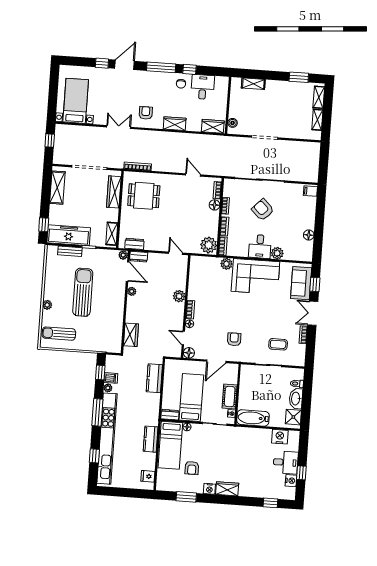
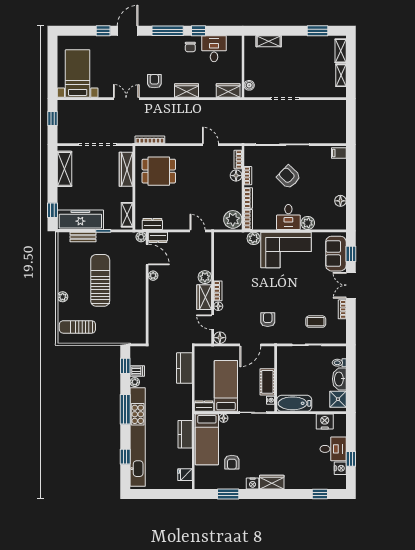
wardrobe: (131, 335) -> (204, 297), moved, turned 180

